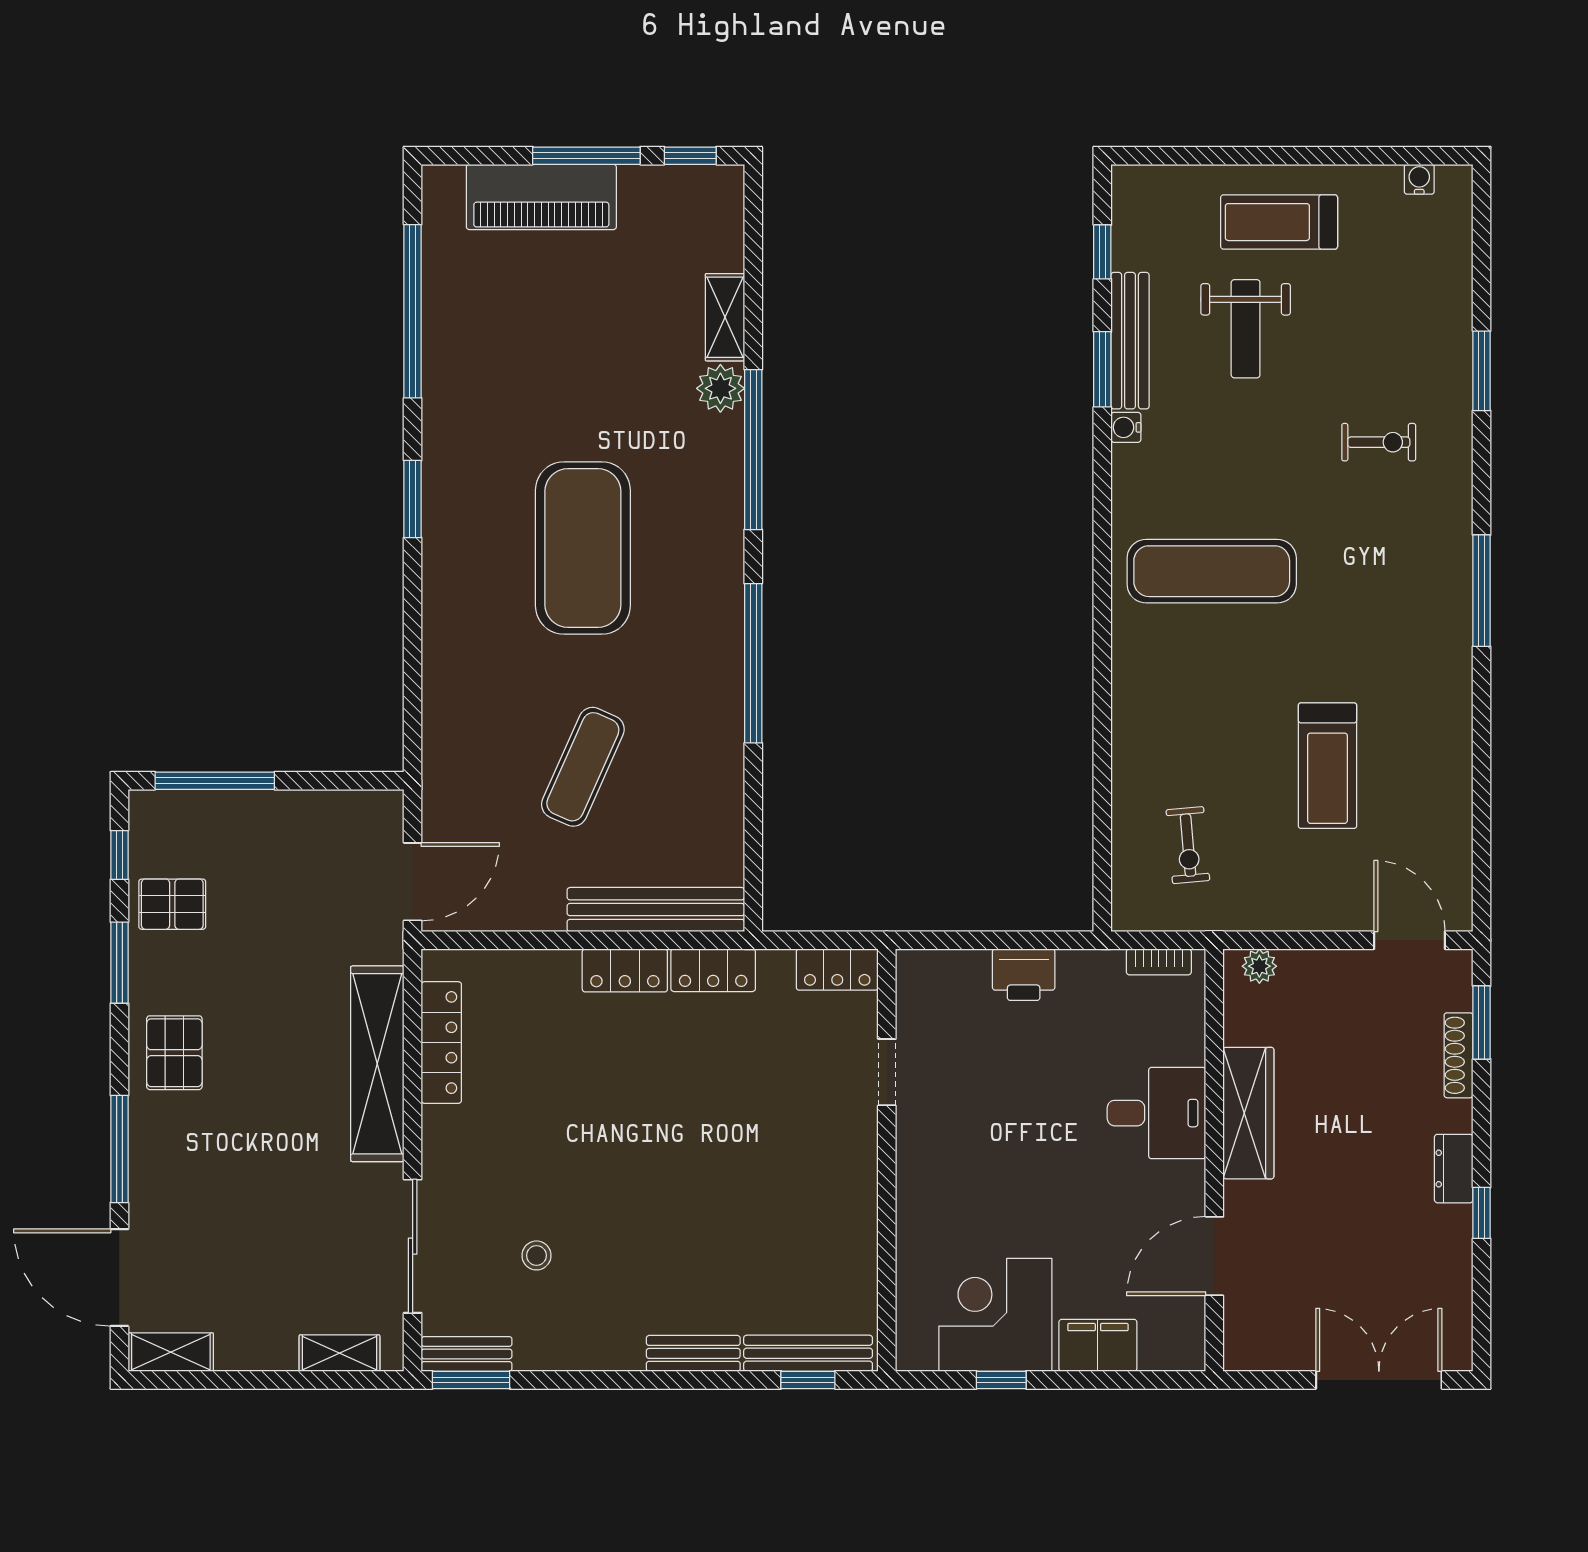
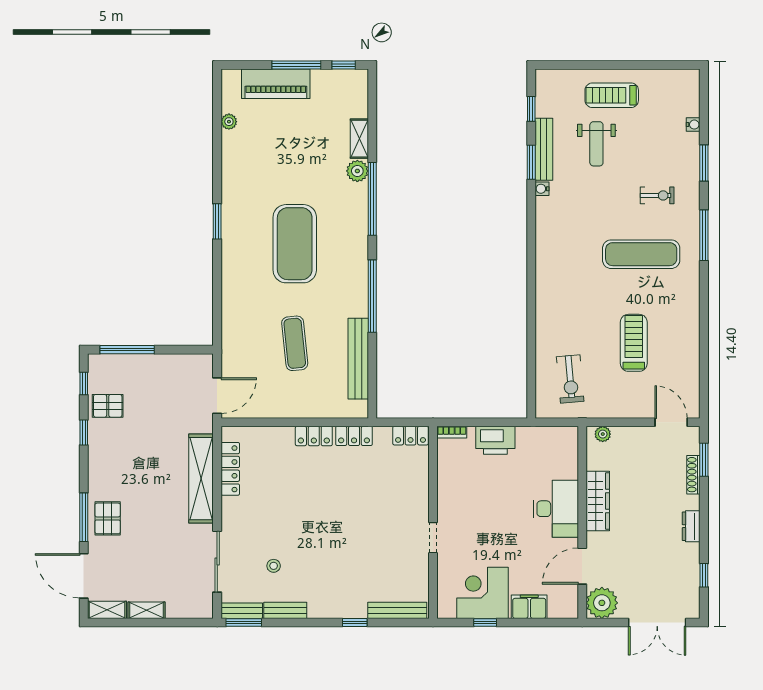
water cooler: (1419, 179) -> (693, 125), moved, turned 90
plant: (438, 280) -> (229, 122), added
window: (413, 311) -> (217, 136), removed
exercise mat: (1212, 571) -> (641, 254), moved
window: (1482, 591) -> (704, 235), moved
treadmill: (1327, 766) -> (634, 343), turned 180
exercise mat: (583, 767) -> (295, 343), turned -30
exercise bike: (1188, 845) -> (570, 379), width x1.38, depth x1.39
bench: (656, 910) -> (358, 359), moved, turned 90
bookcase: (1159, 962) -> (452, 432), moved
window: (119, 963) -> (84, 432), width x0.67
printer: (1024, 975) -> (495, 440), width x1.37, depth x1.19
pallet: (174, 1053) -> (108, 518), moved
doorway: (887, 1072) -> (433, 538), moved
desk: (1156, 1113) -> (556, 509), width x1.37
window: (1482, 1213) -> (704, 575), moved
plant: (1258, 1337) -> (602, 603), added
shelving: (339, 1353) -> (146, 610), moved
bench: (693, 1353) -> (285, 610), moved
window: (808, 1380) -> (355, 622), moved
double door: (1379, 1380) -> (657, 622), swing flipped

